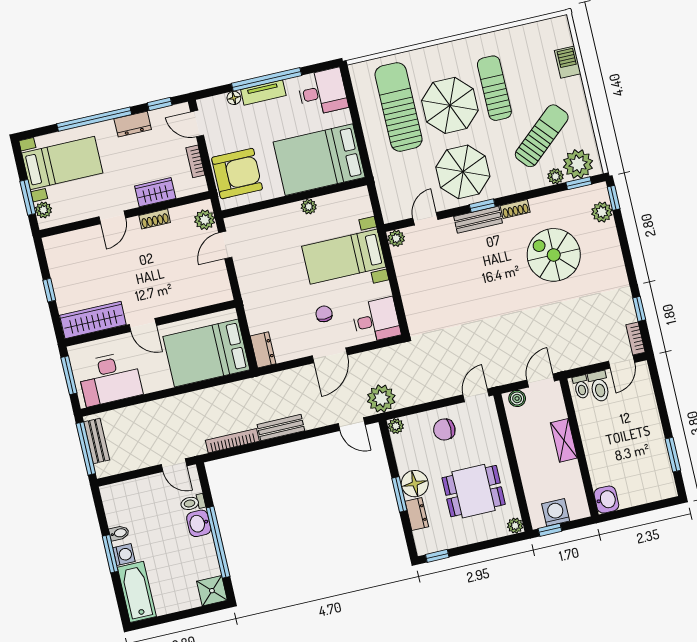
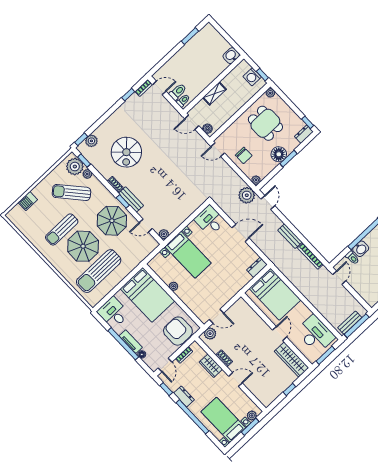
chair: (324, 314) -> (222, 248), removed
dresser: (417, 514) -> (304, 134), moved

